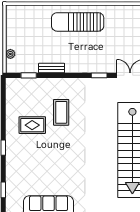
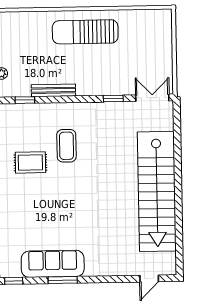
bench: (52, 68) -> (53, 90), width x1.36

